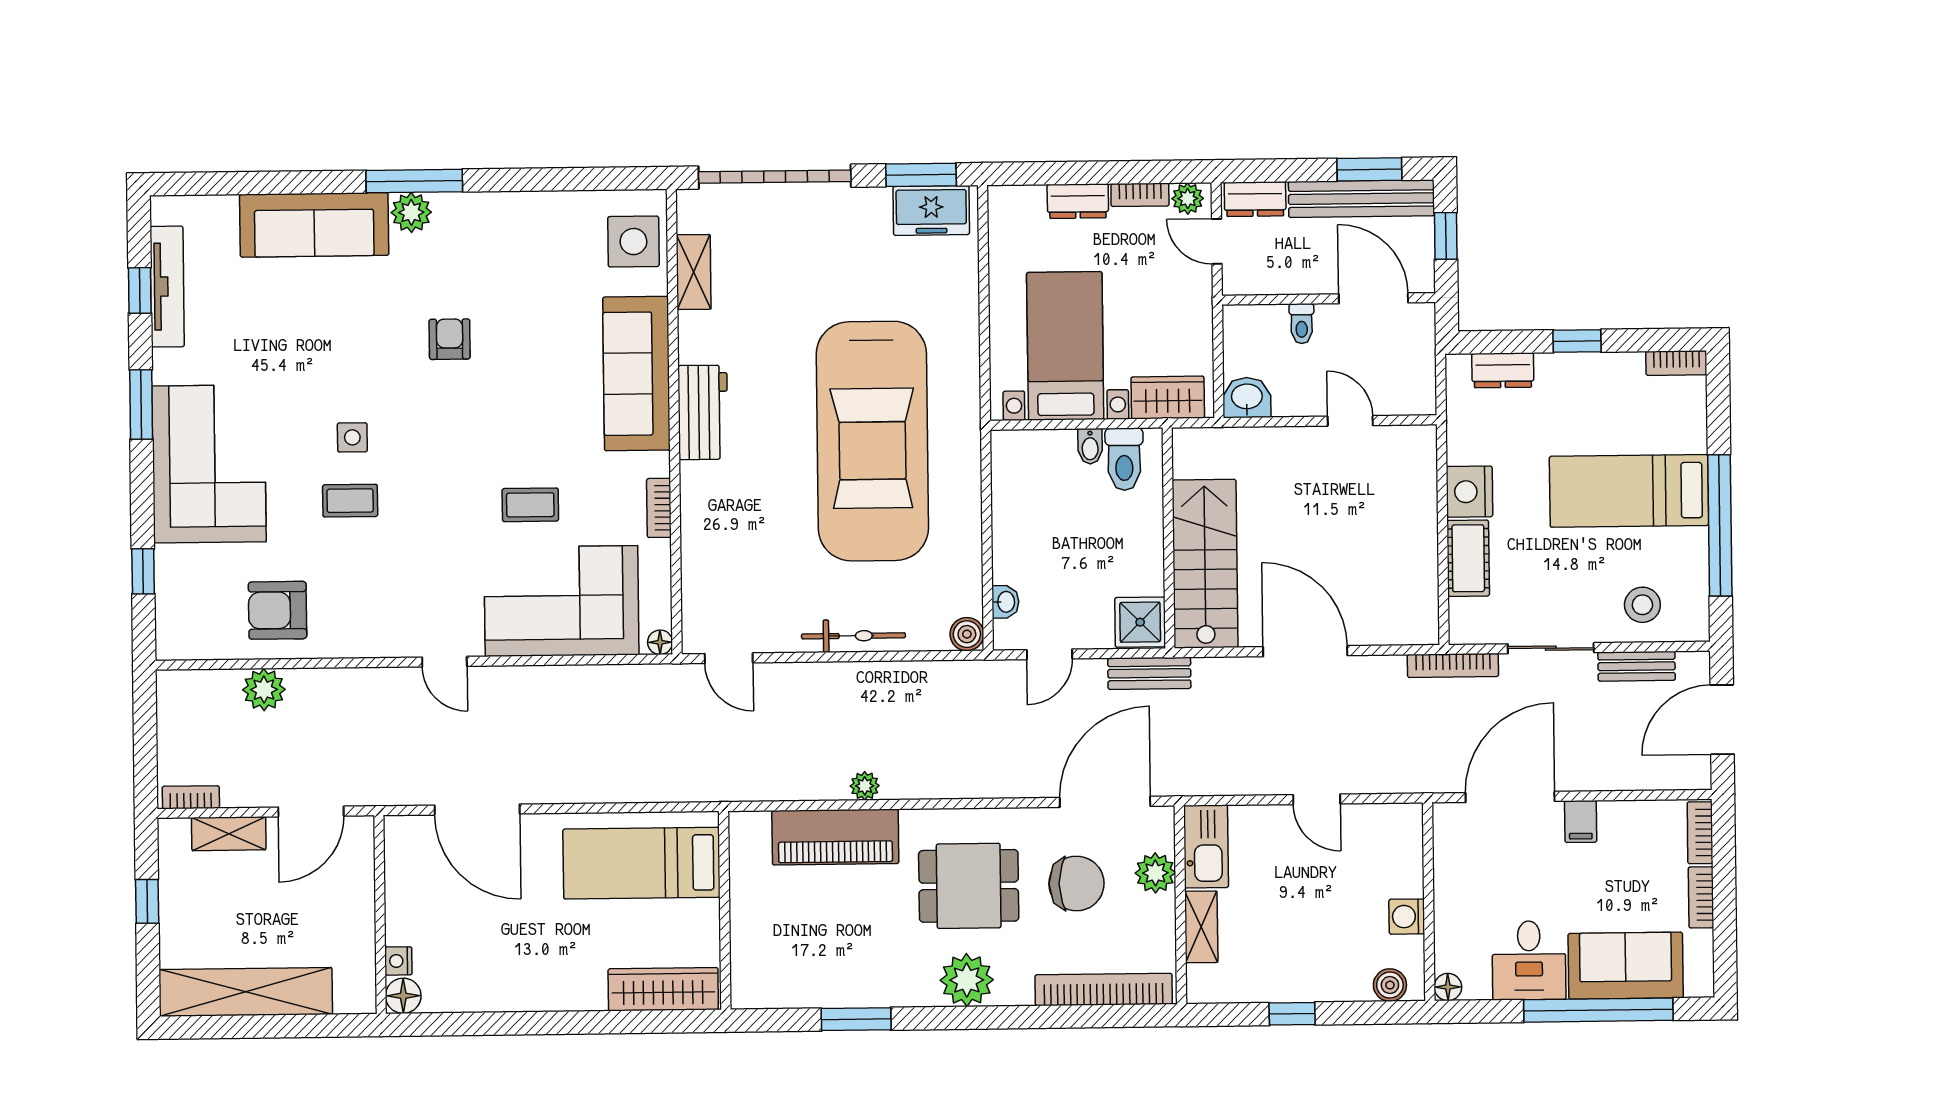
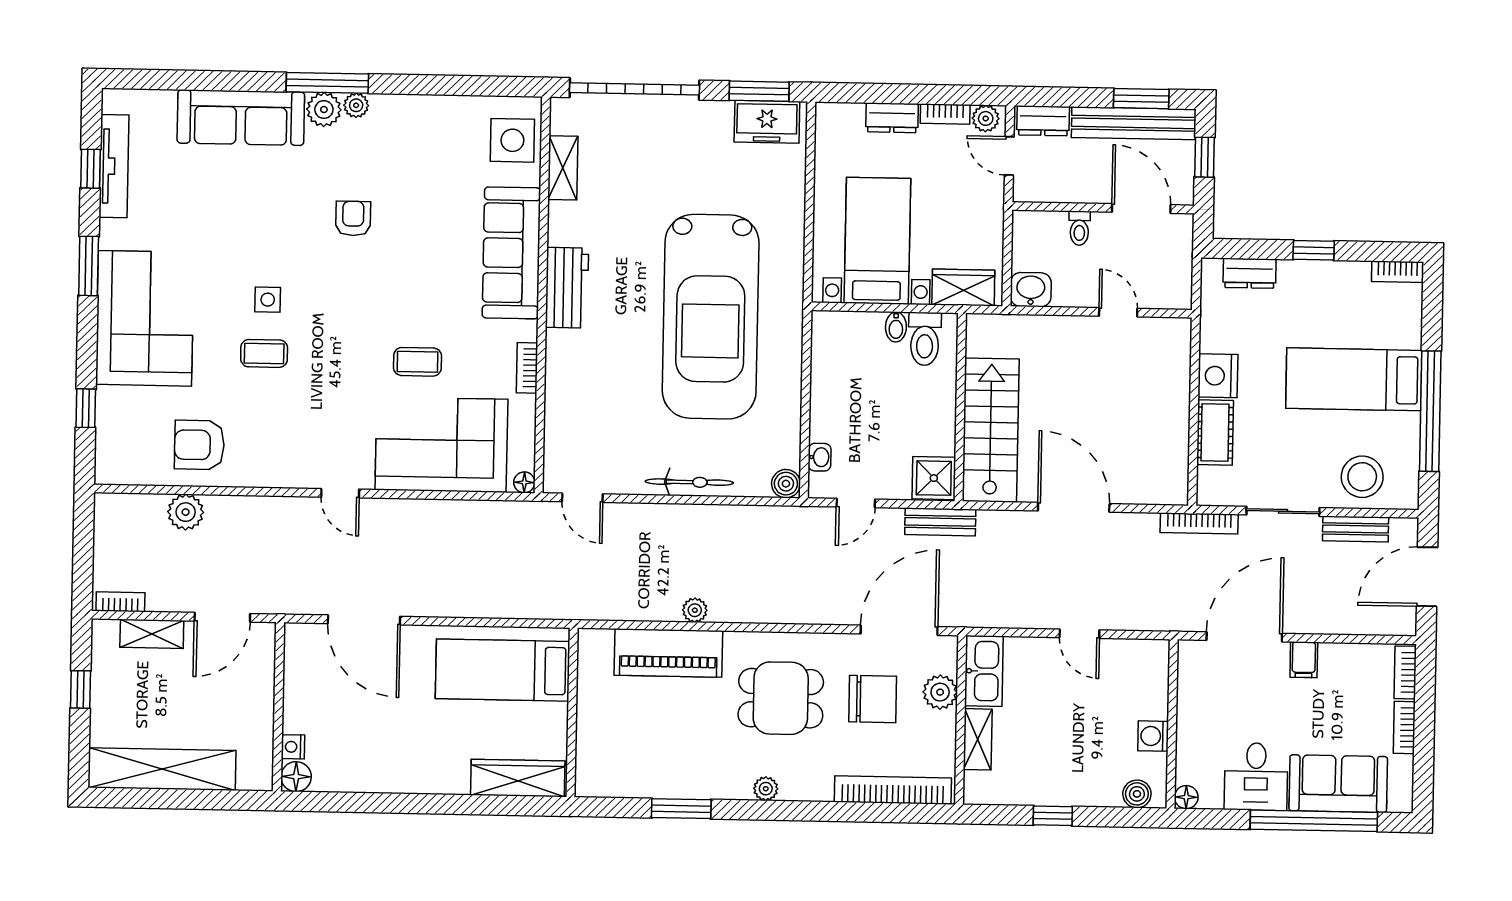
plant: (449, 206) -> (356, 105), added
stool: (1642, 605) -> (1362, 477), width x1.38, depth x1.38
plant: (967, 980) -> (766, 789), width x0.53, depth x0.53

